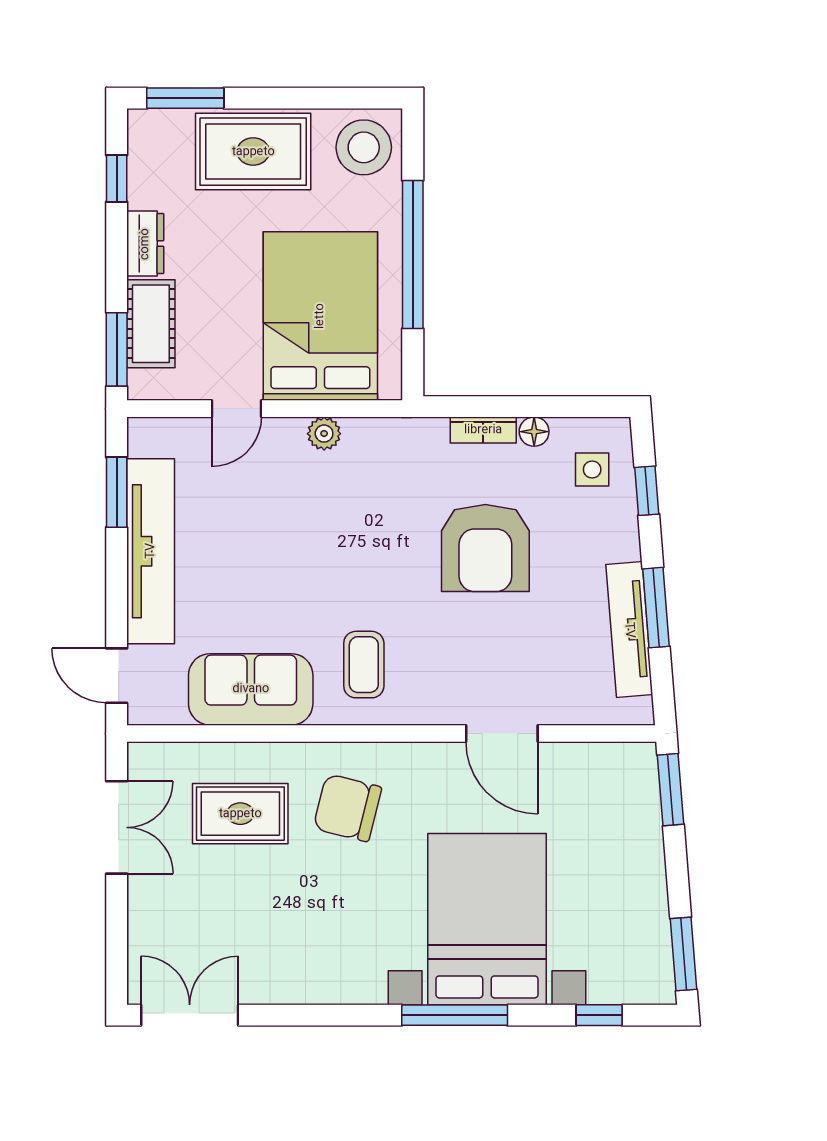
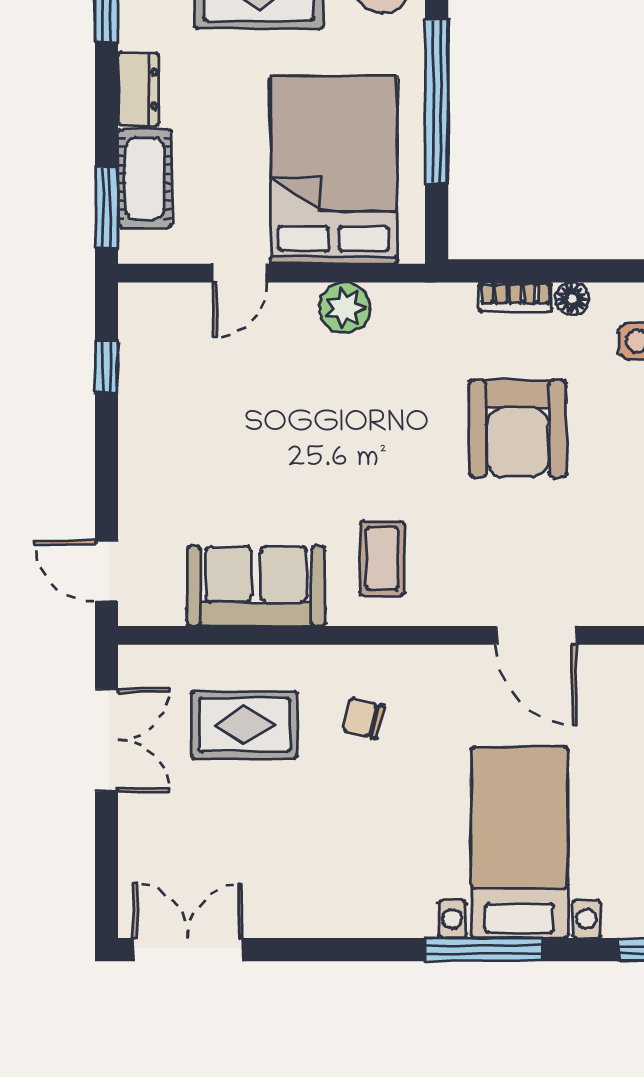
plant: (324, 434) -> (345, 308), width x1.38, depth x1.38
window: (117, 492) -> (106, 366), width x0.67
tv unit: (151, 551) -> (144, 432), removed
chair: (347, 808) -> (364, 718), width x0.54, depth x0.54
bed with nightstands: (487, 919) -> (519, 842), width x0.73

